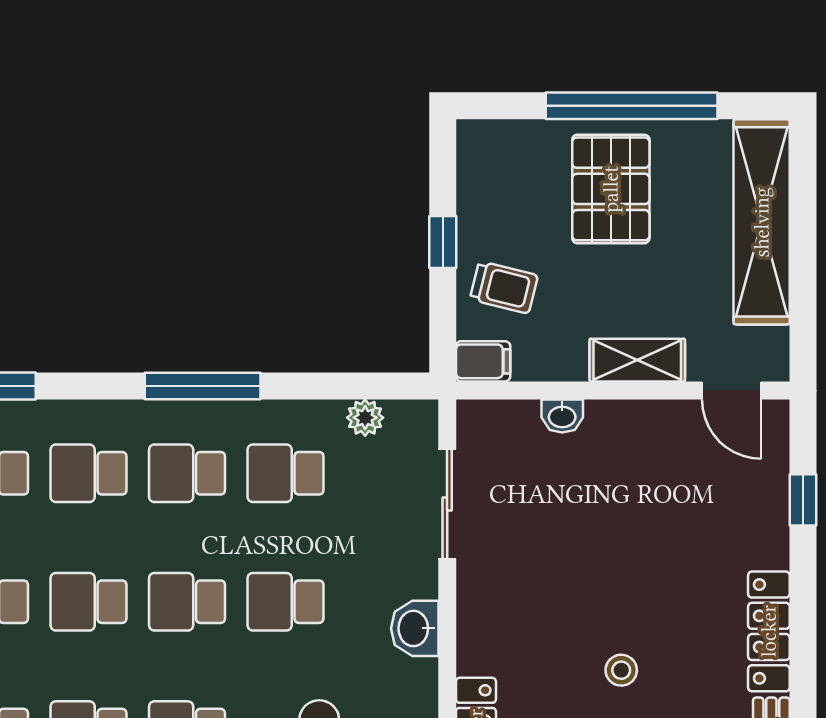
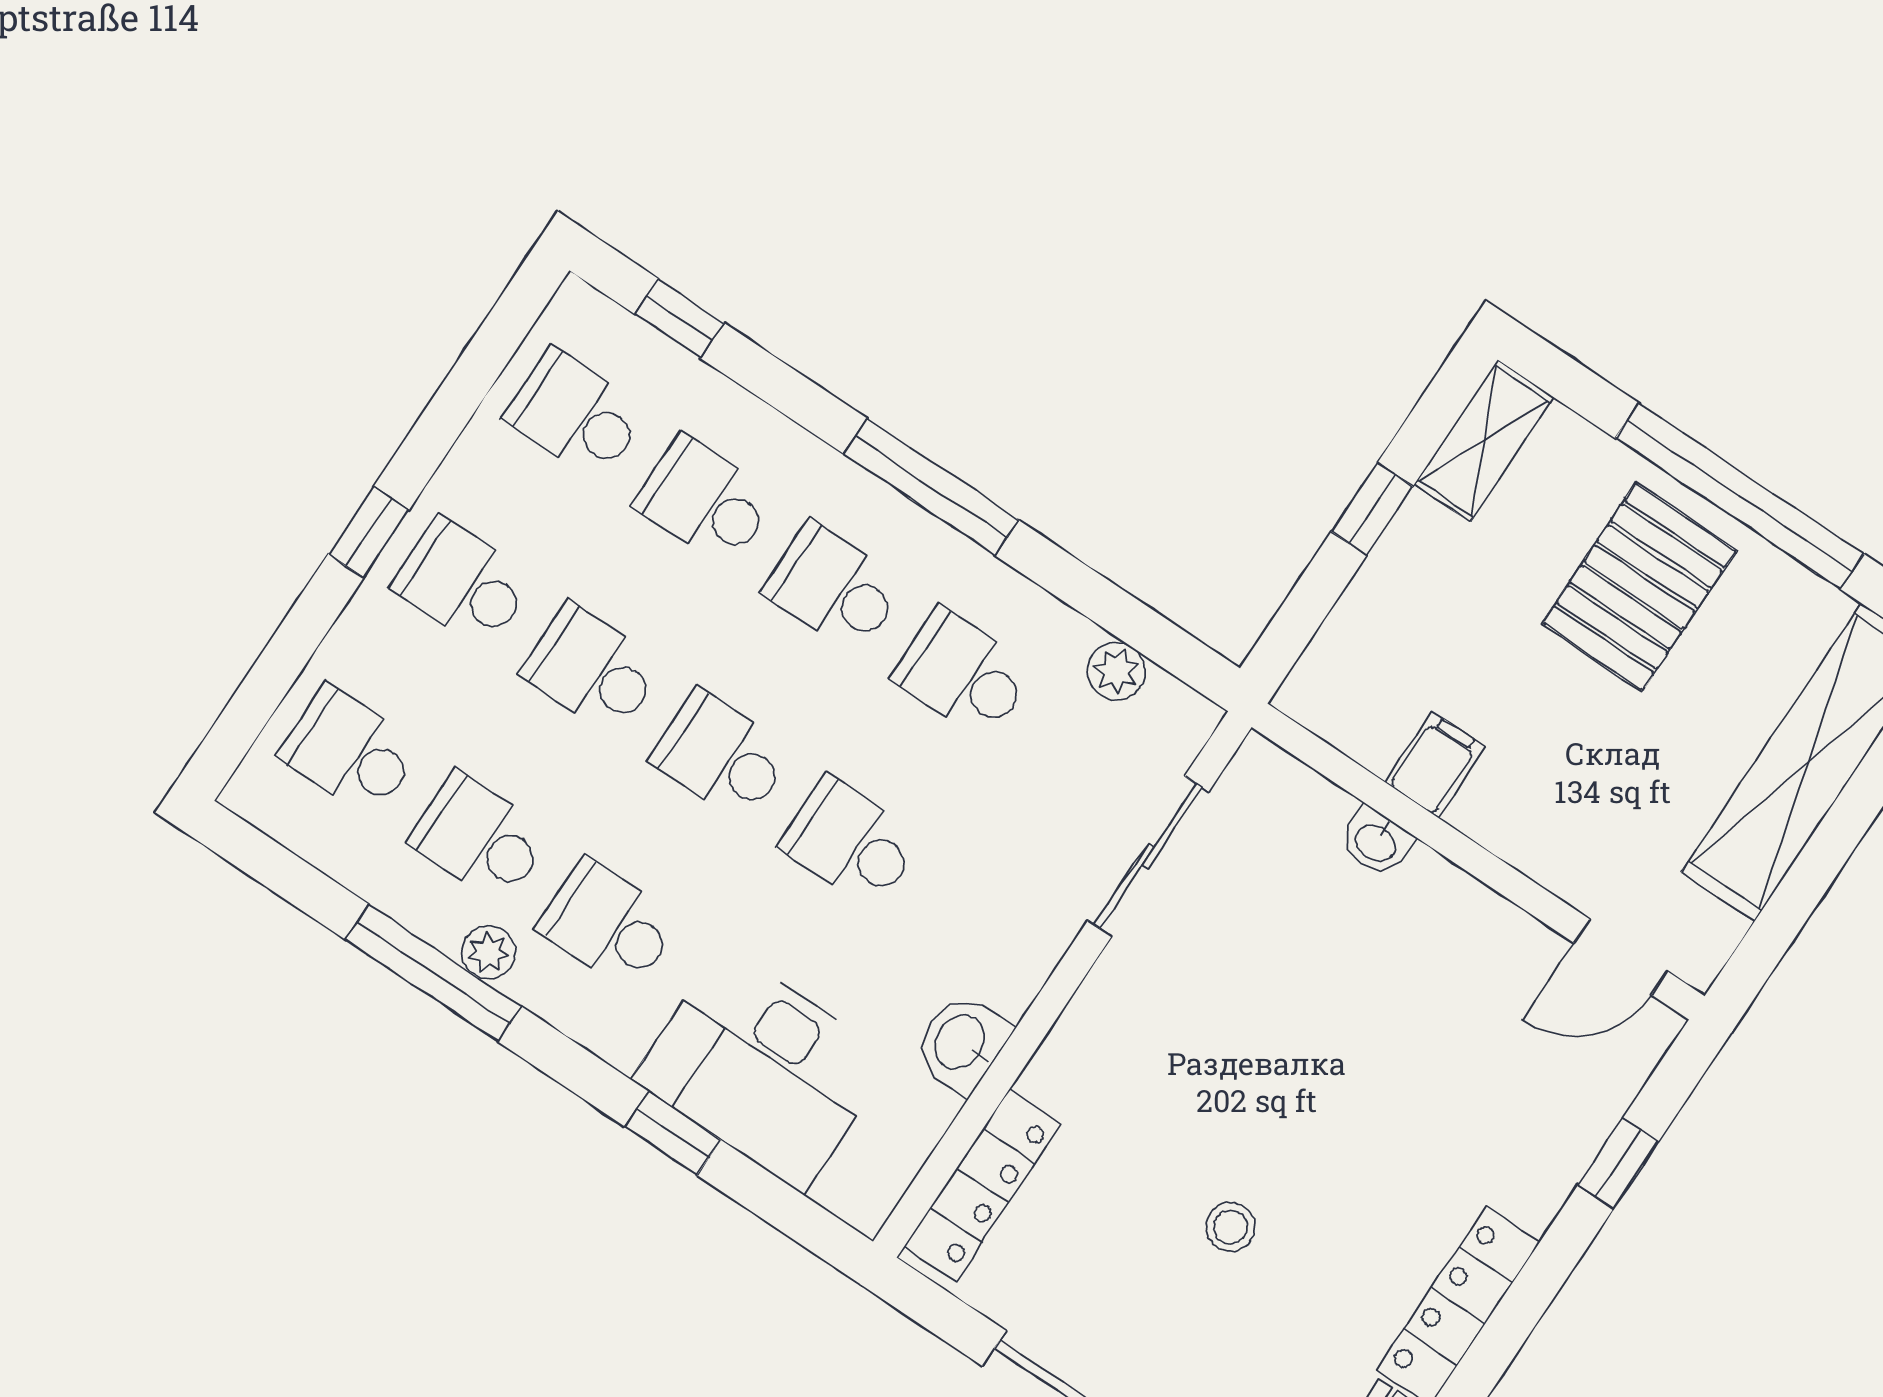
trolley: (504, 287) -> (1413, 622), removed
shelving: (637, 360) -> (1484, 441), moved, turned 90
filing cabinet: (483, 361) -> (1435, 764), moved, turned -90
door: (731, 390) -> (1621, 957), hinge flipped
washbasin: (415, 628) -> (961, 1043), moved

